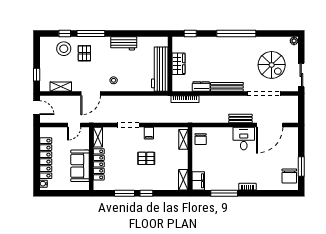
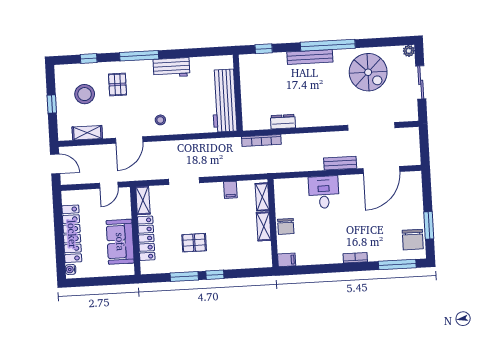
window: (91, 34) -> (139, 56), moved
stool: (64, 49) -> (85, 94), moved
wardrobe: (178, 64) -> (249, 92), removed
spiral stairs: (272, 65) -> (368, 72), moved
window: (37, 75) -> (52, 104), moved
sliding door: (301, 75) -> (421, 82), moved
bench: (227, 87) -> (310, 57), moved
filing cabinet: (149, 133) -> (230, 190), moved
chair: (201, 139) -> (286, 226), moved
desk: (244, 139) -> (324, 192), moved
pallet: (146, 158) -> (194, 243), moved
shelving: (183, 180) -> (264, 226), moved
filing cabinet: (198, 181) -> (287, 260), width x0.50
window: (224, 193) -> (397, 265), moved

